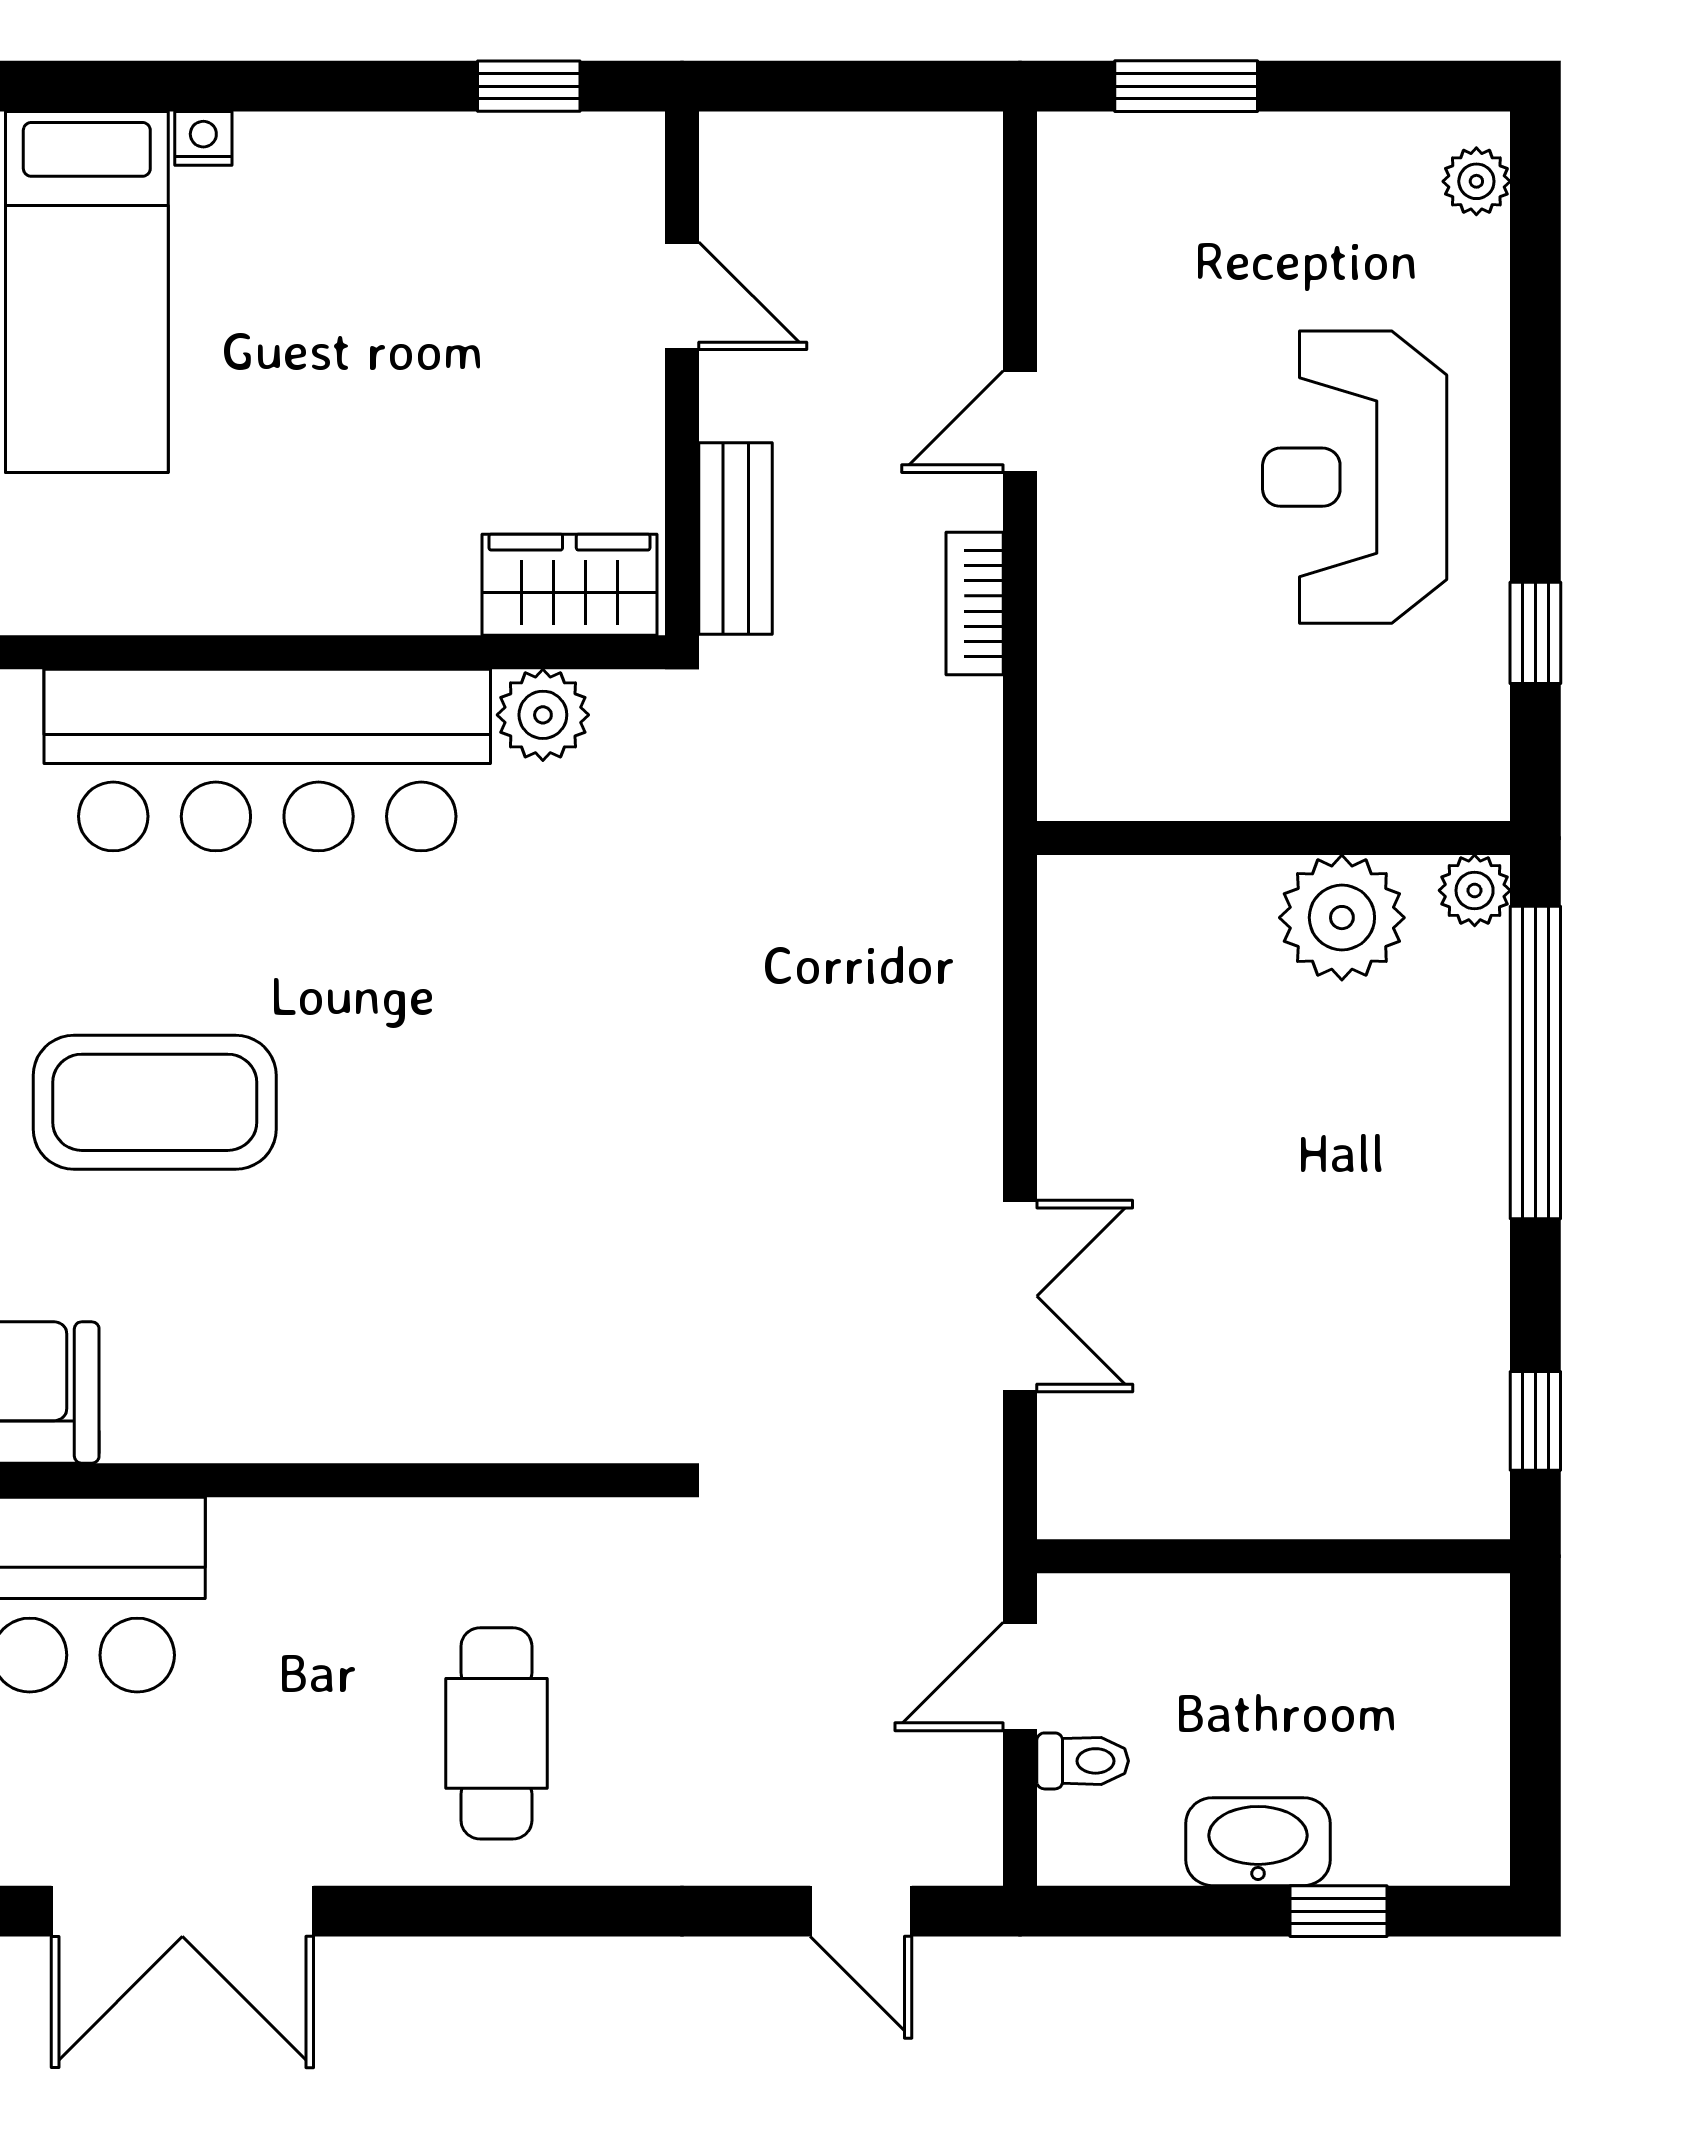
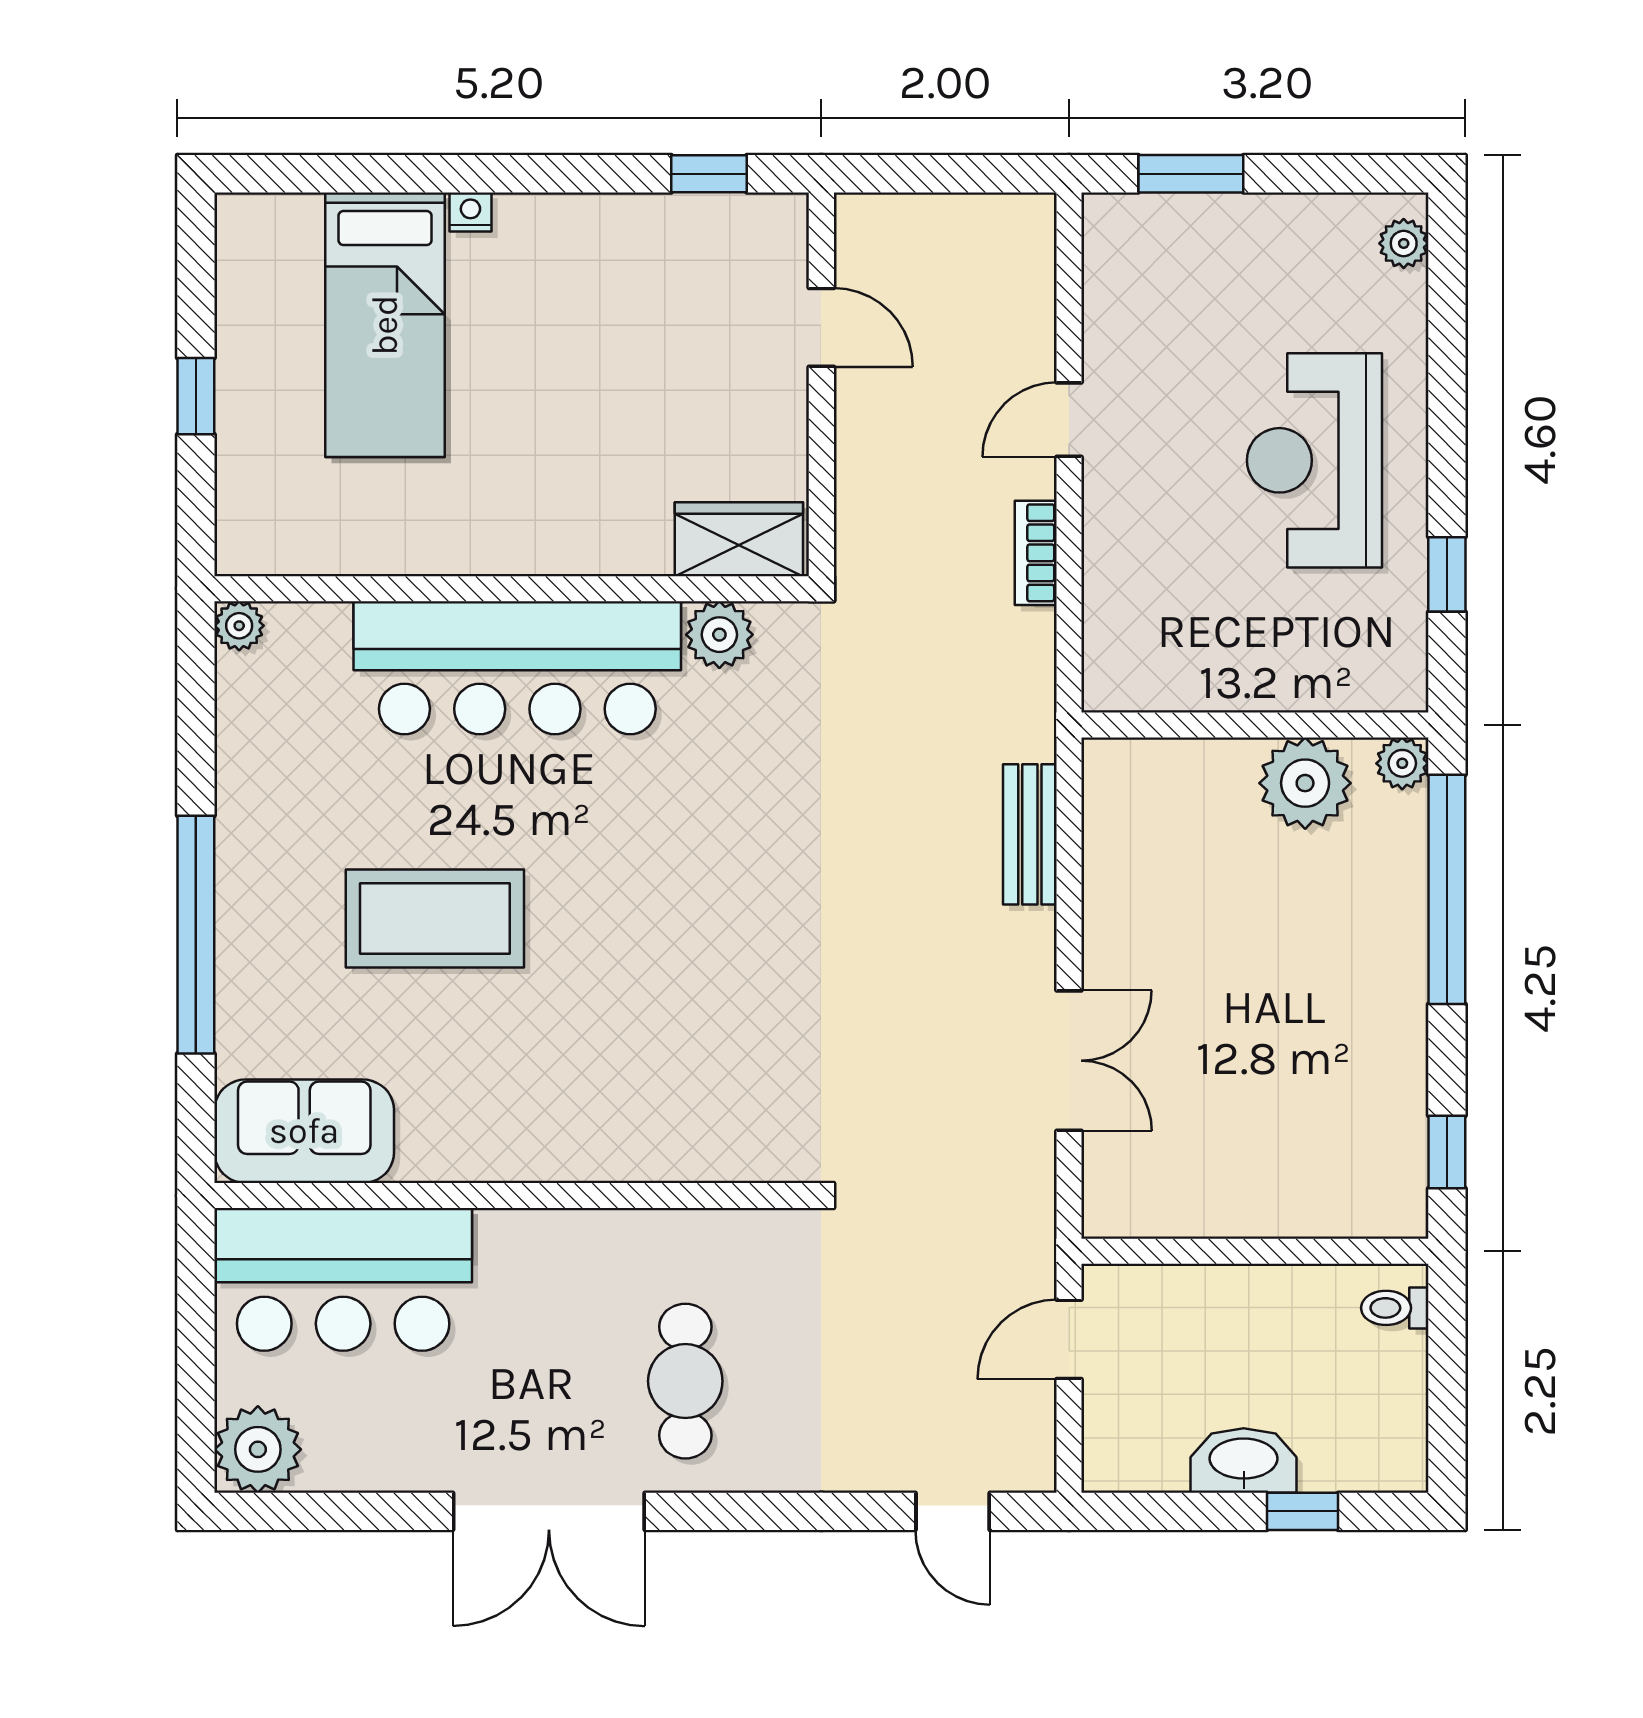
bench: (736, 538) -> (1030, 834), moved
toilet: (1083, 1761) -> (1395, 1308), moved, turned 180
double door: (182, 1911) -> (549, 1511), moved

